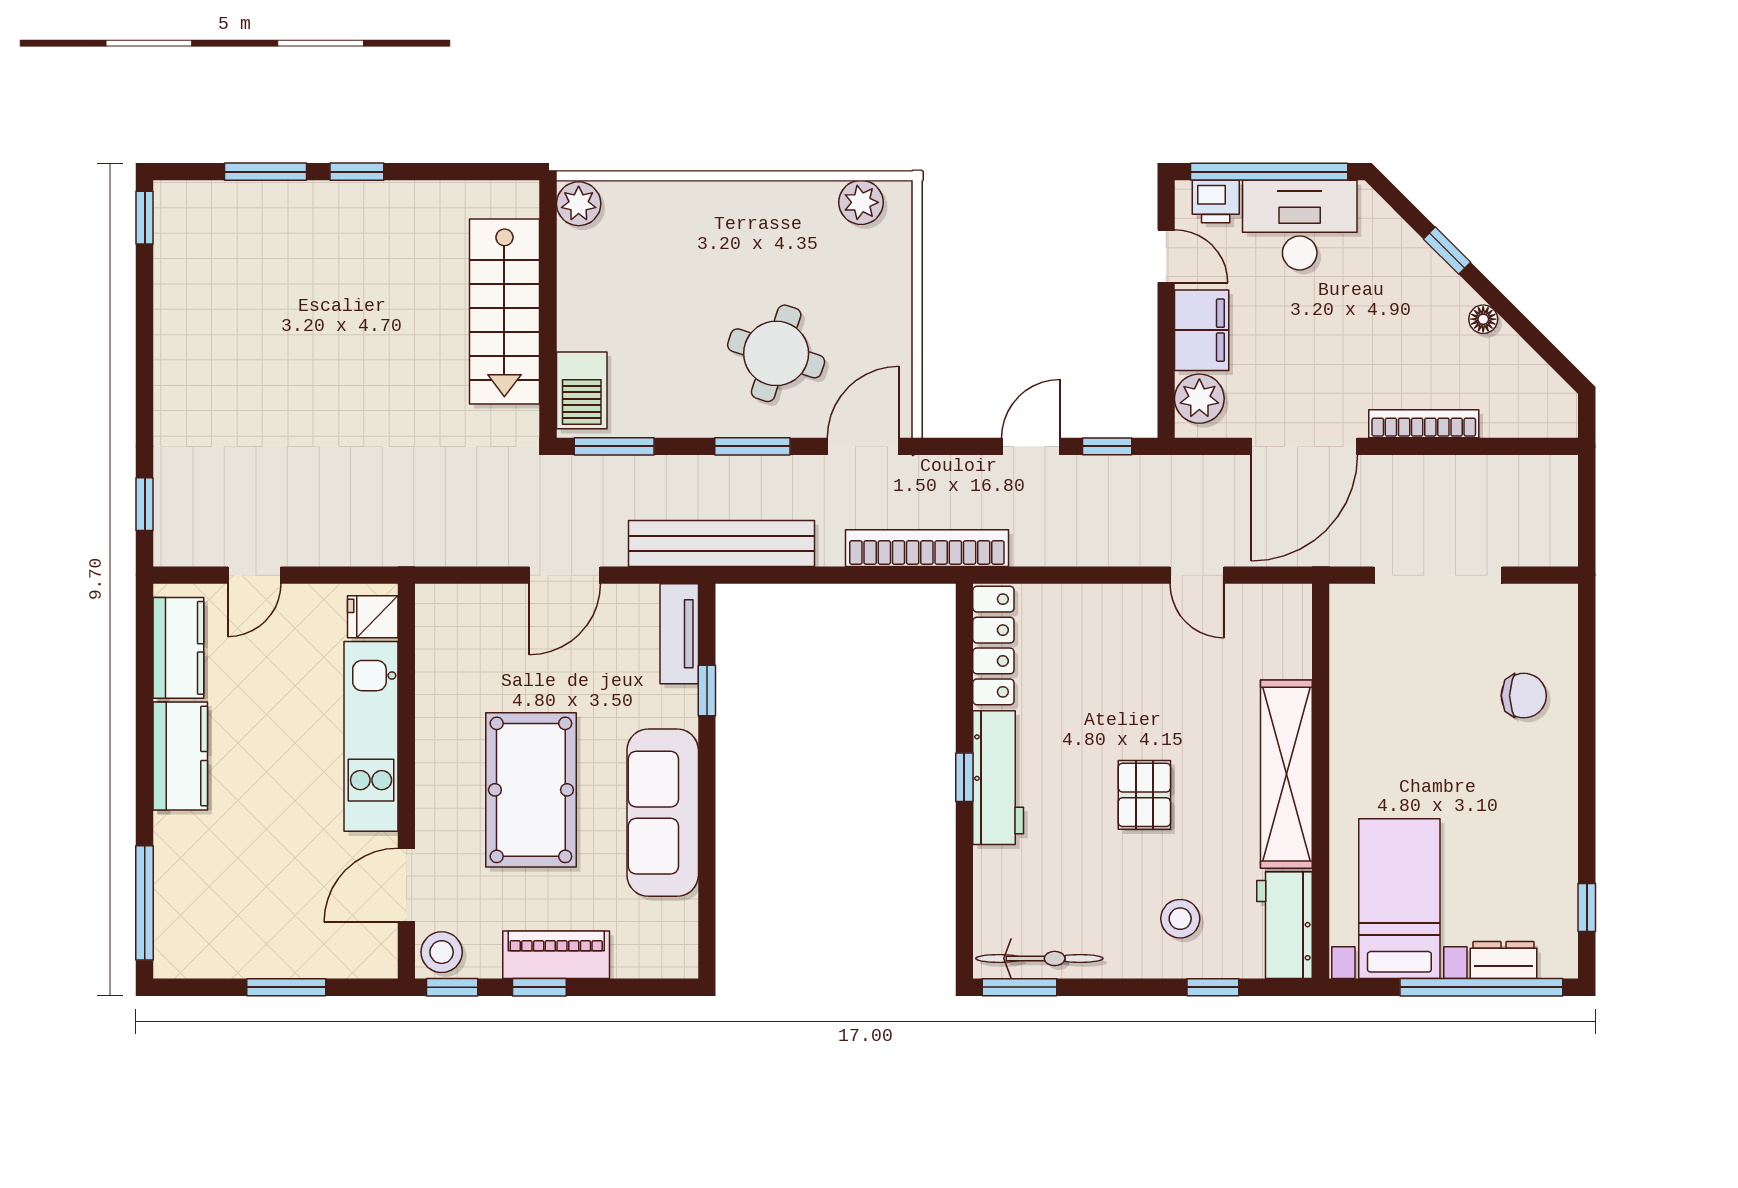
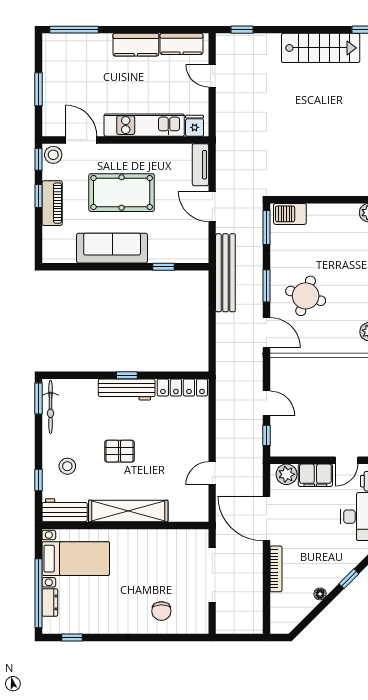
stairs: (504, 312) -> (321, 48), moved, turned 180
bookcase: (927, 548) -> (224, 359), removed
tv unit: (679, 634) -> (200, 165), moved, turned -90

